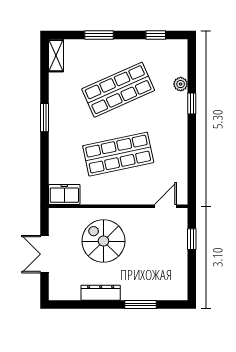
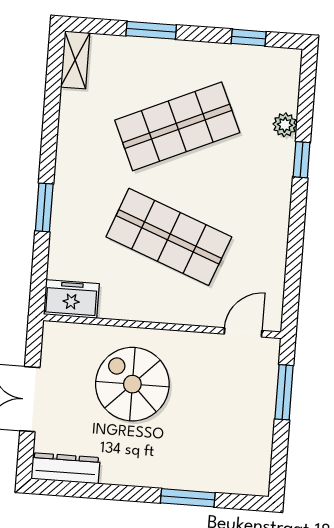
window: (45, 118) -> (44, 207), moved
shop shelf: (118, 154) -> (169, 237), turned 33
window: (192, 239) -> (284, 392), width x1.50
dresser: (101, 293) -> (66, 468), moved

